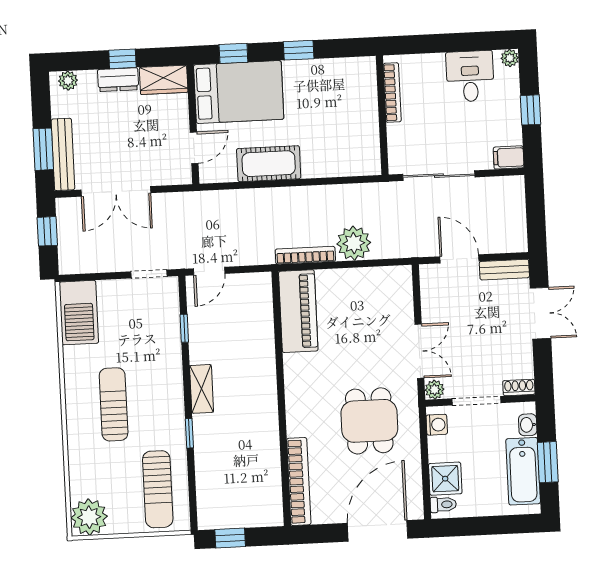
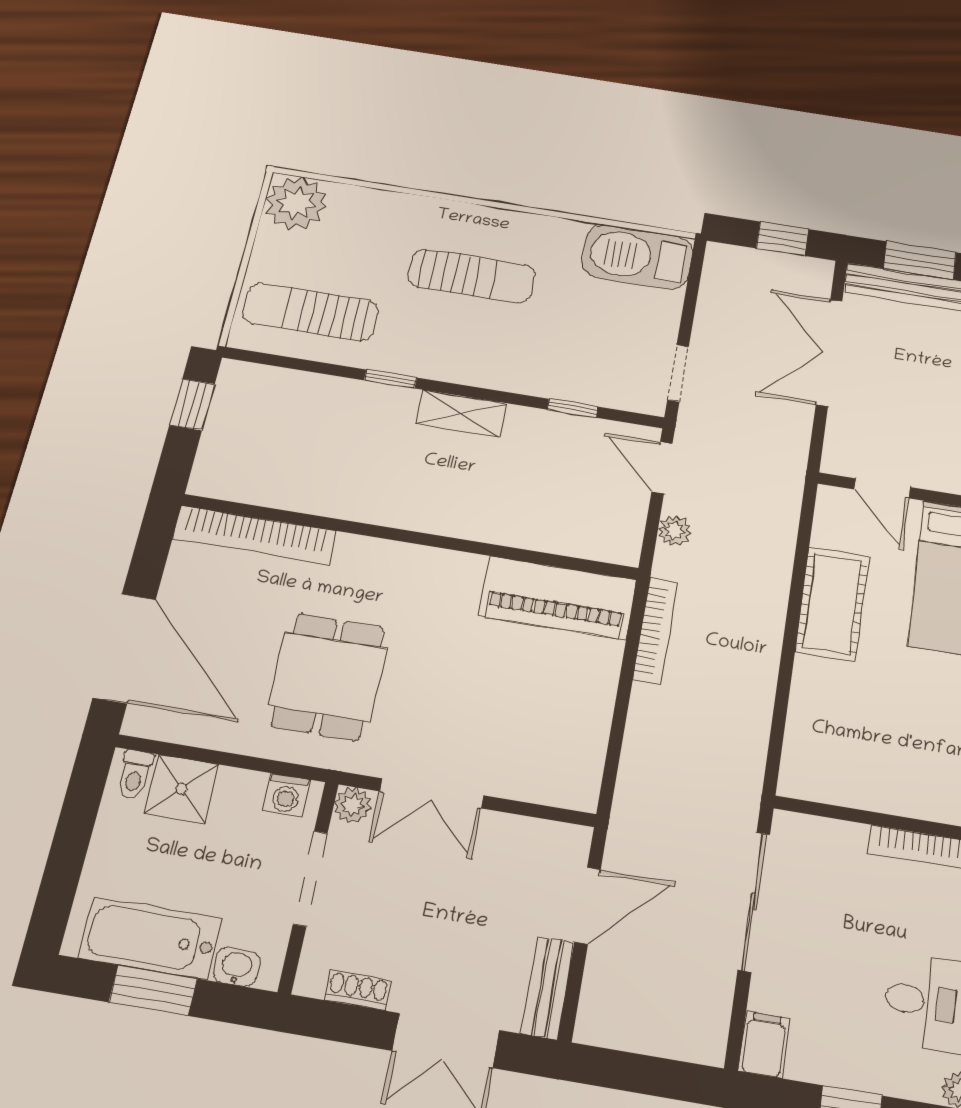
plant: (354, 243) -> (674, 531), moved, width x0.53, depth x0.53
shoe rack: (519, 387) -> (358, 990), moved, turned -90
dining table: (369, 421) -> (328, 677), turned 90

